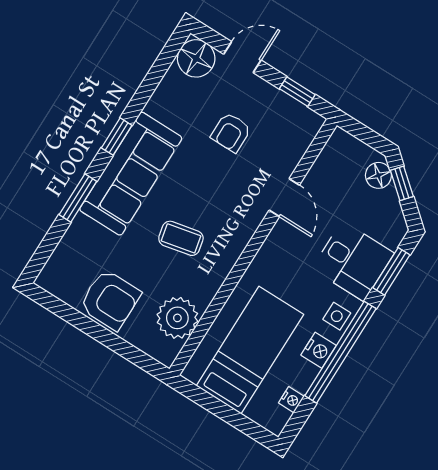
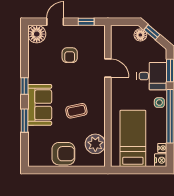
sofa: (131, 174) -> (40, 105), width x0.73
nightstand: (319, 350) -> (161, 160), moved

